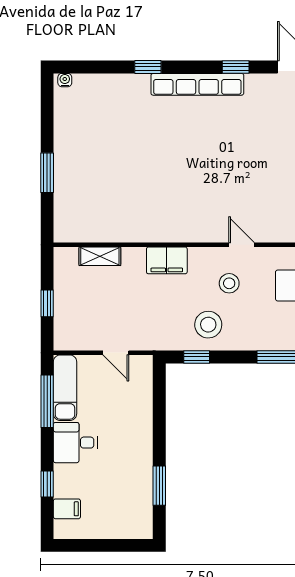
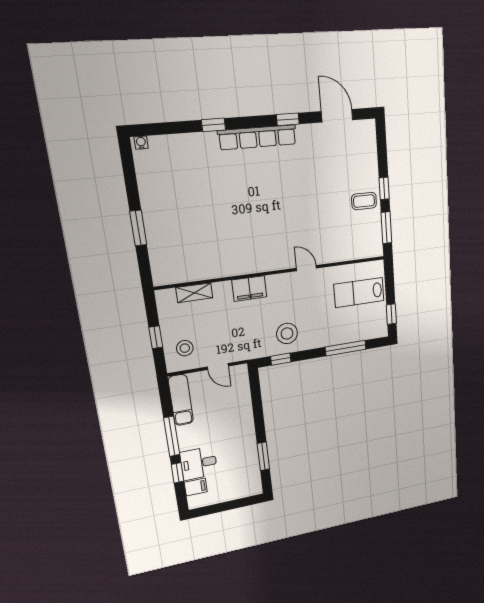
stool: (229, 283) -> (185, 348), moved
window: (47, 401) -> (172, 436), moved
desk: (75, 443) -> (199, 463), moved

